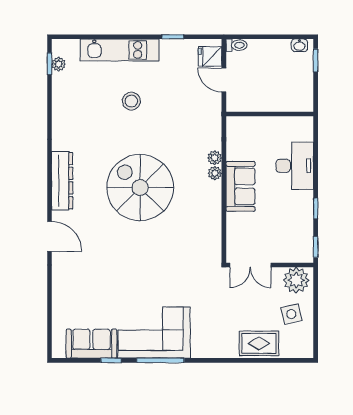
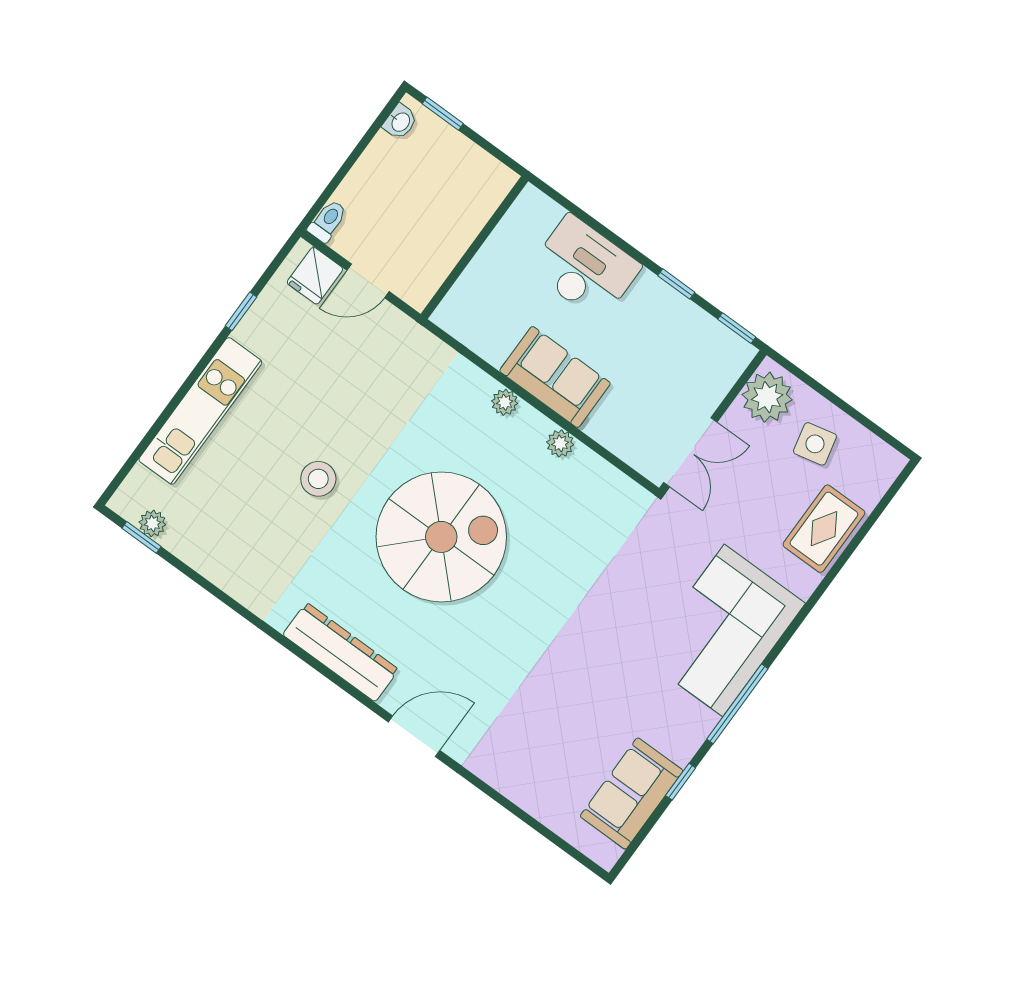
stool: (131, 101) -> (318, 479), moved
plant: (215, 158) -> (560, 443), moved
spiral stairs: (140, 188) -> (441, 537), turned 180
corner sofa: (154, 333) -> (724, 630), moved

